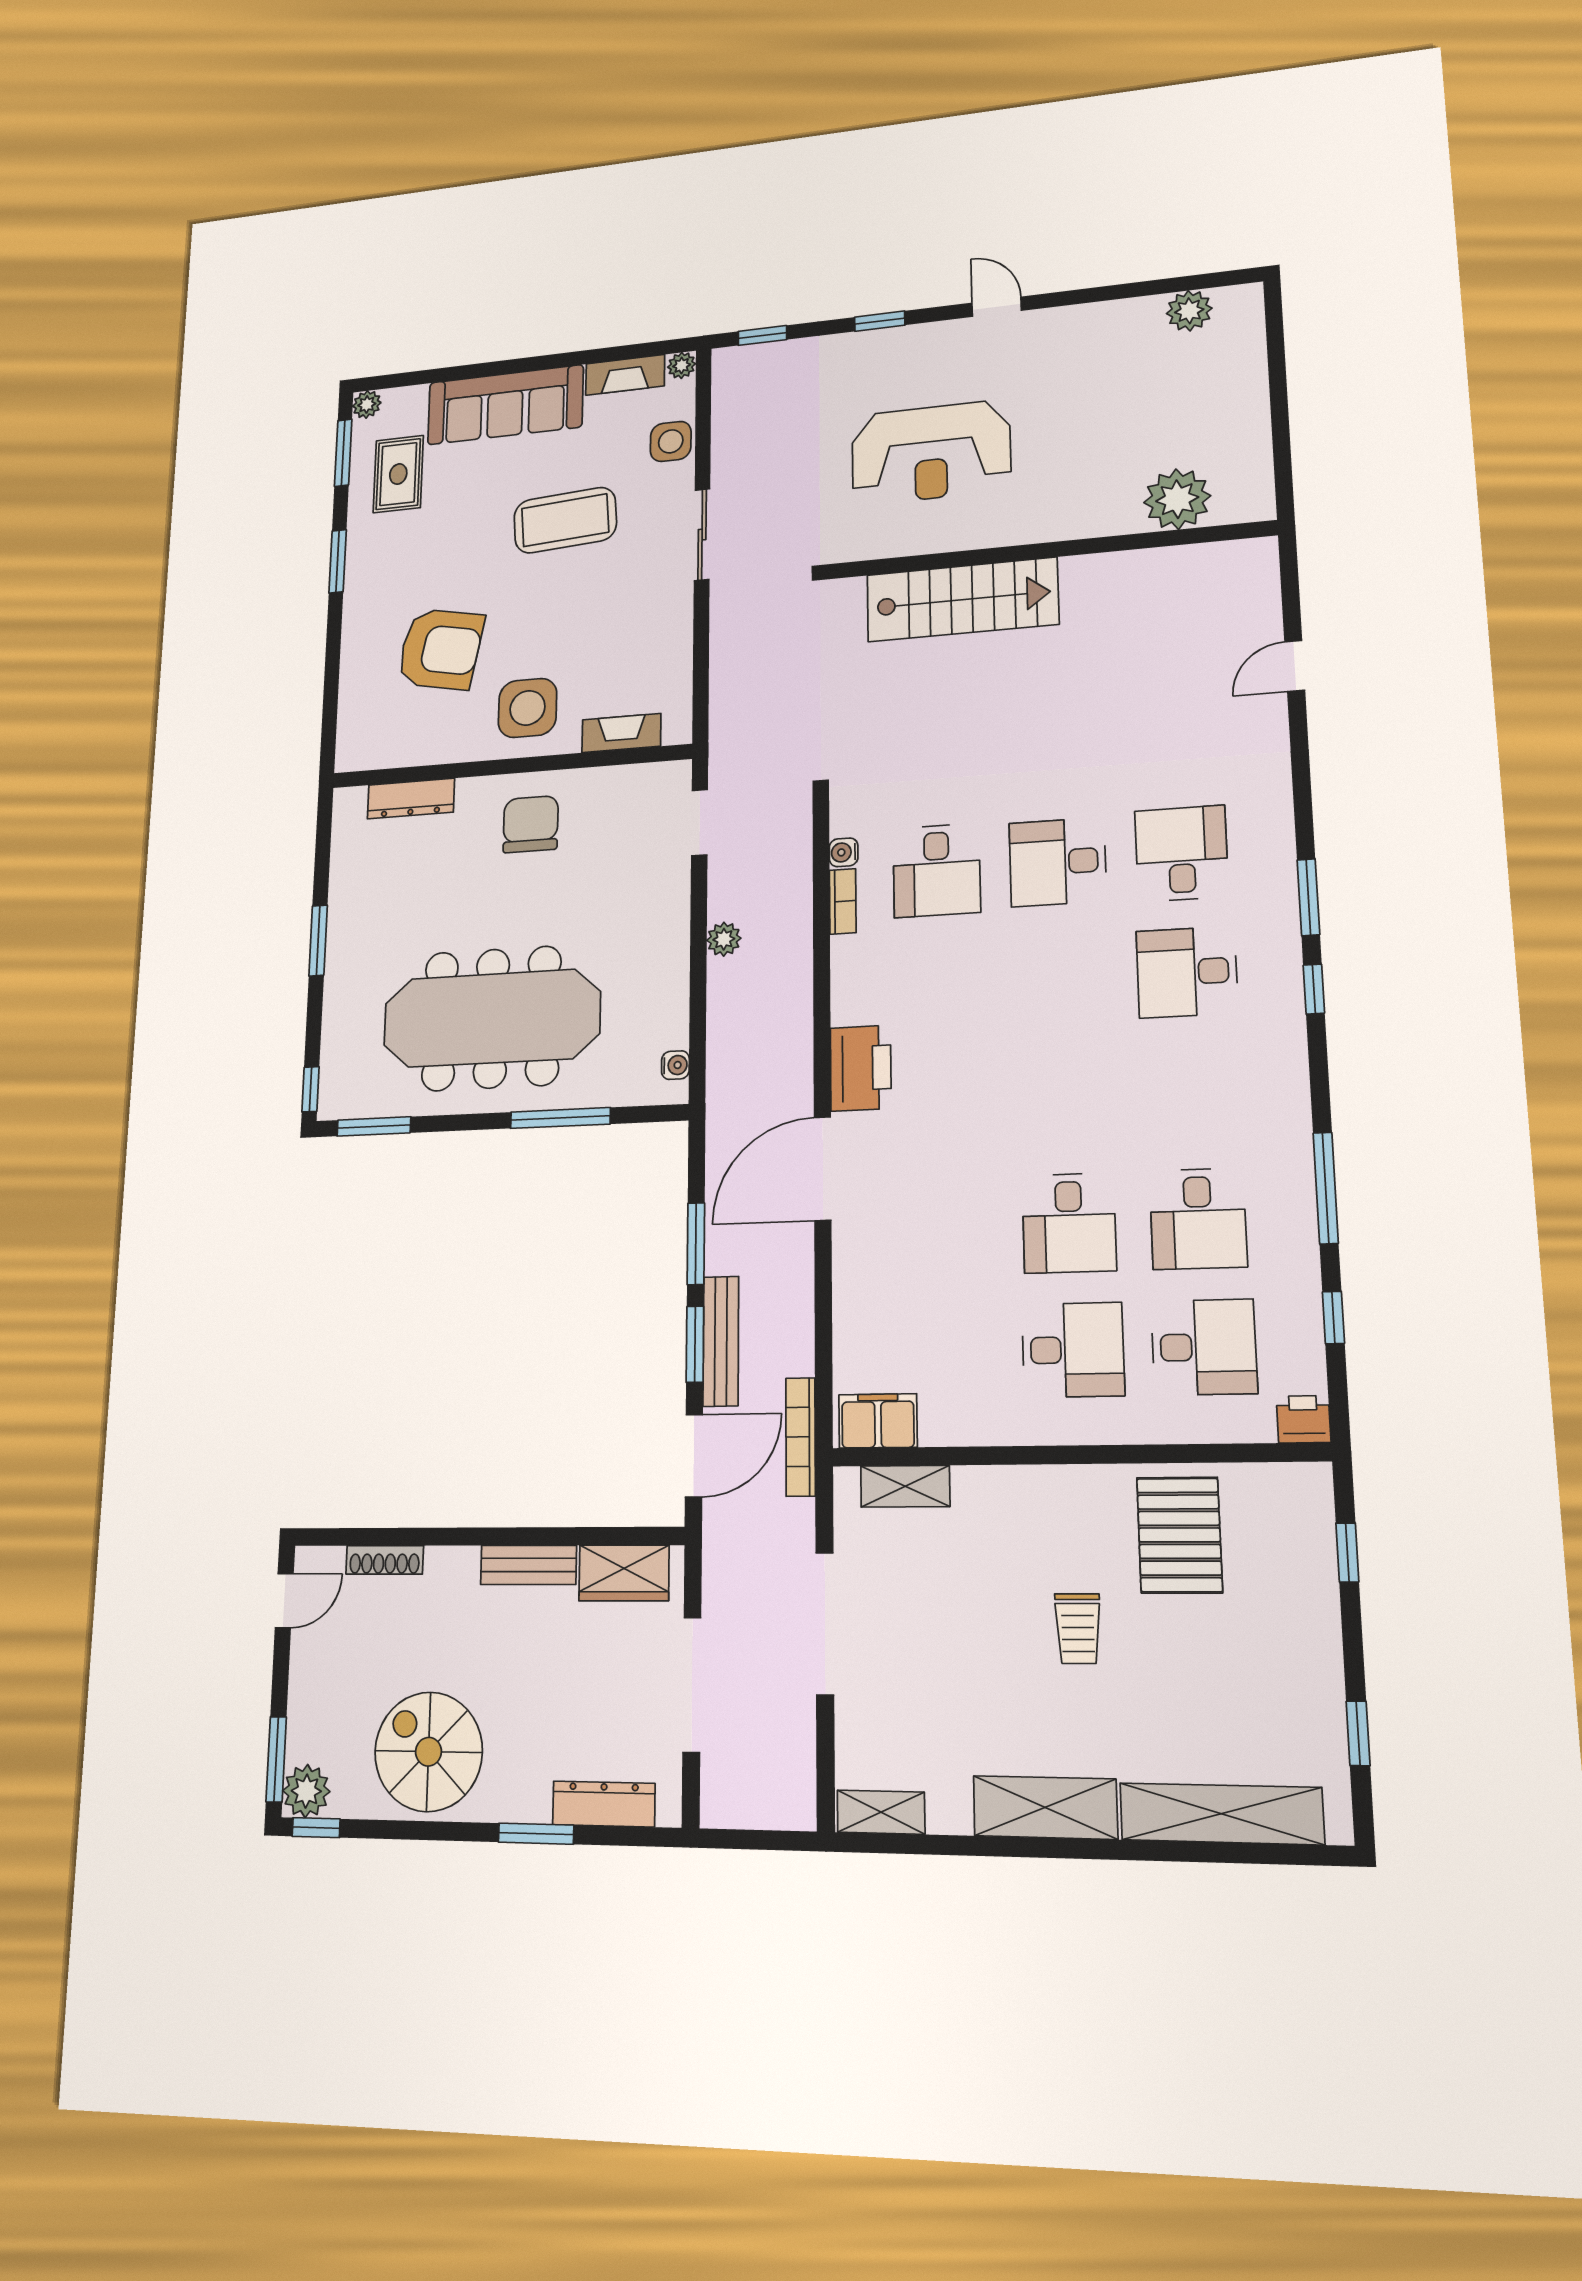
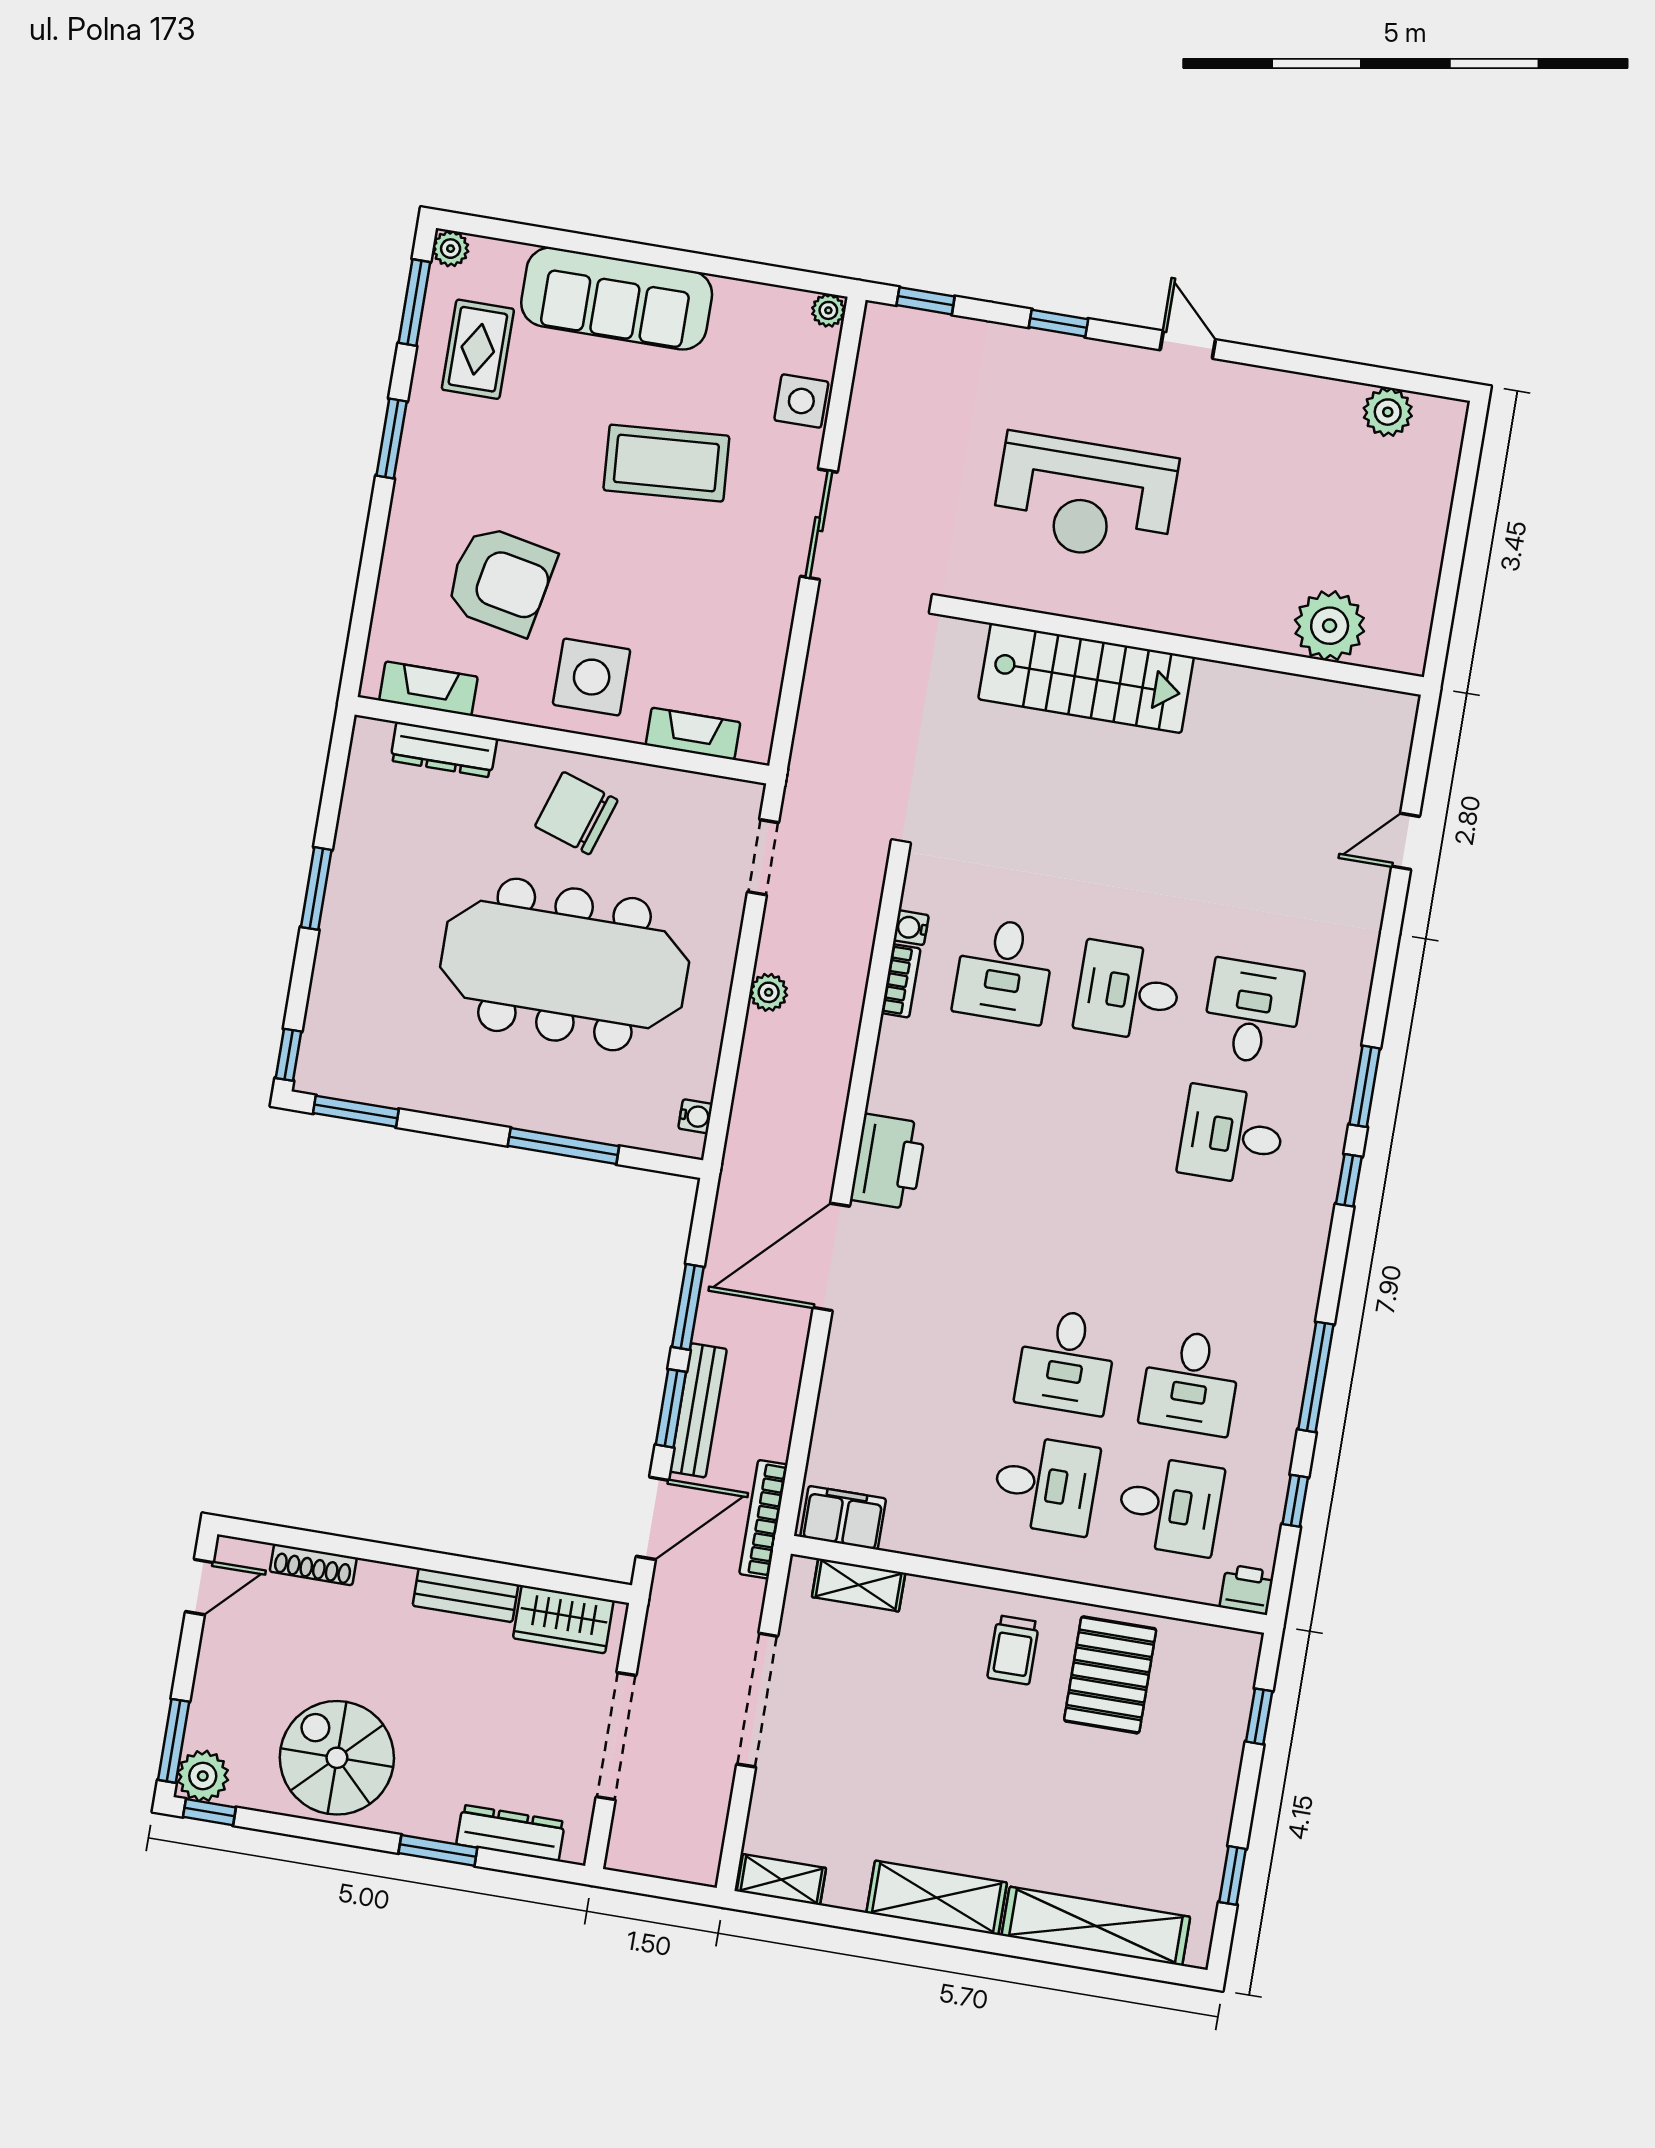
fireplace: (625, 375) -> (428, 689), moved, turned 180
chair: (531, 824) -> (576, 813), turned -72
meeting table: (491, 1018) -> (565, 964), moved
trolley: (1078, 1629) -> (1013, 1650), moved

